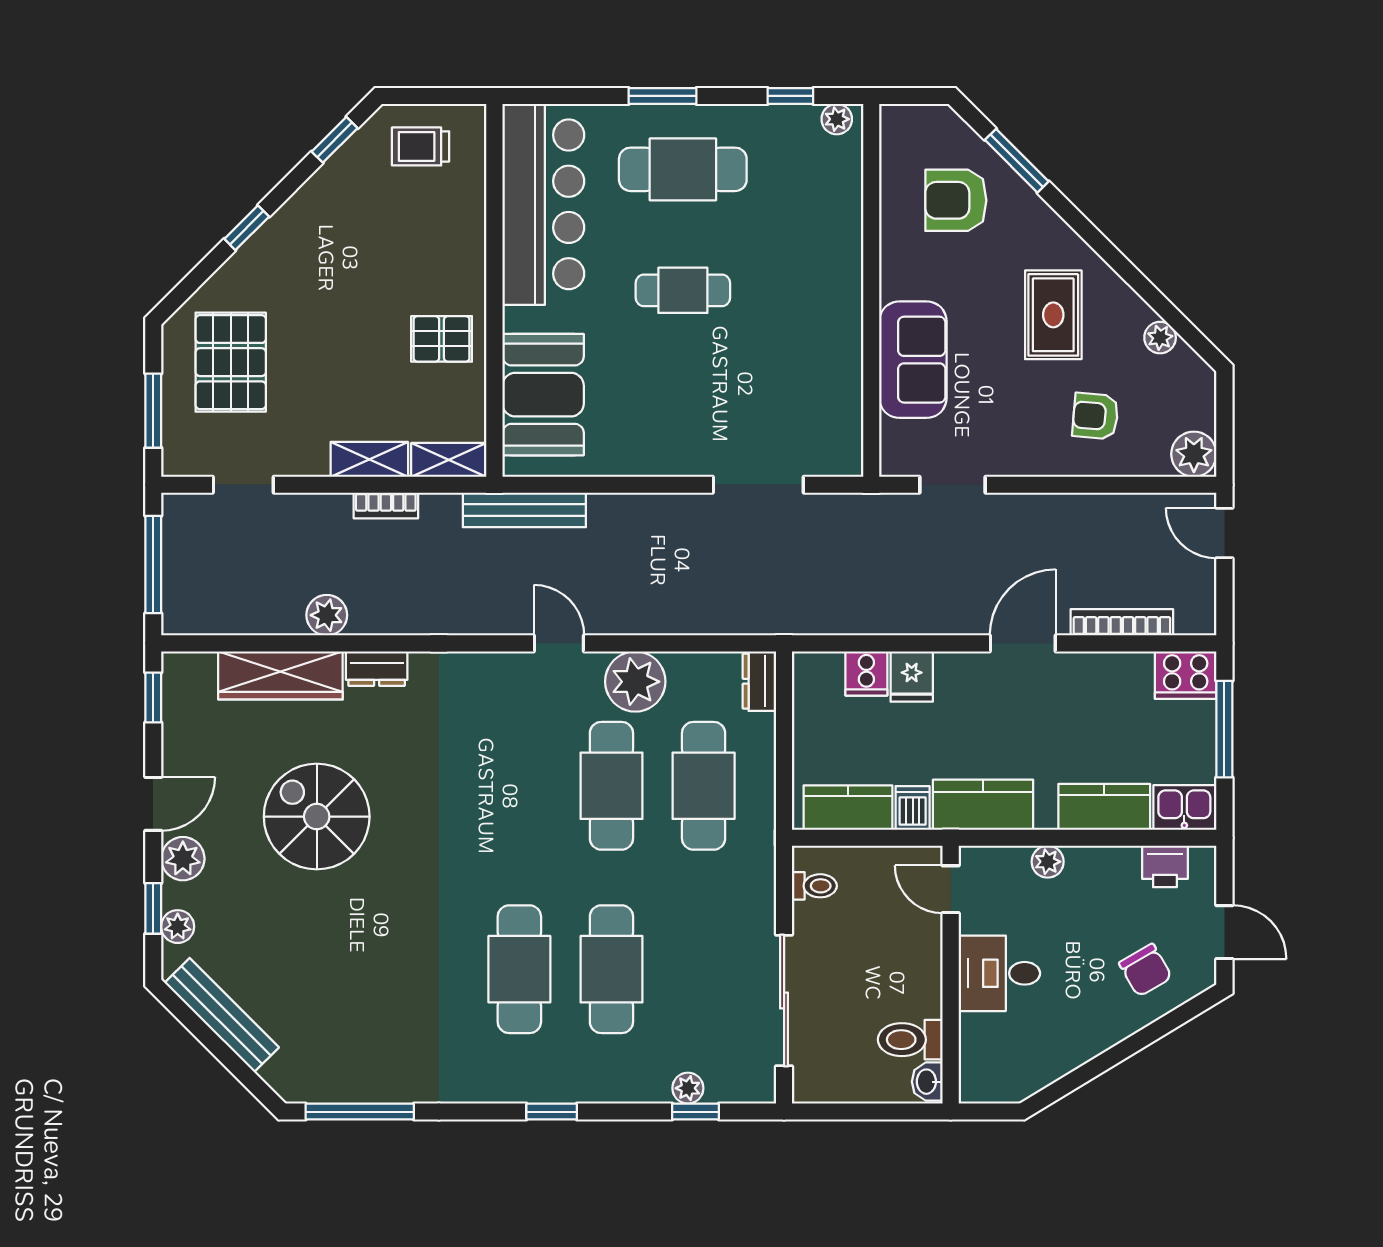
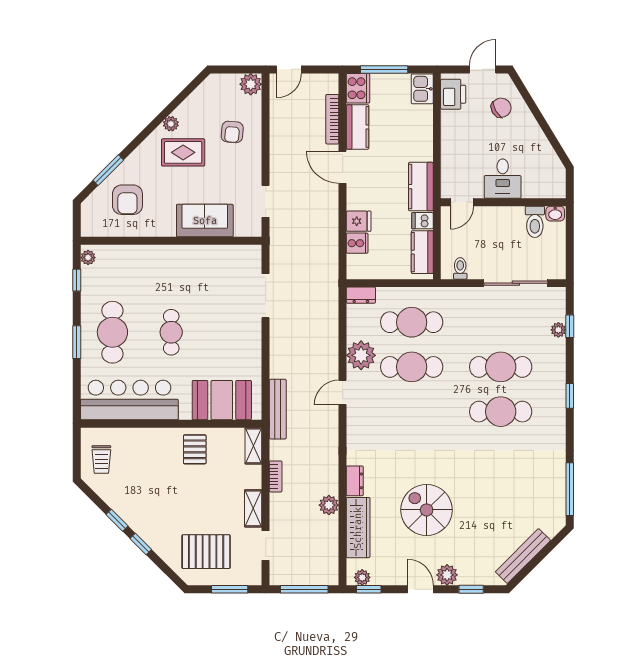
window: (335, 140) -> (117, 520), moved
plant: (1160, 338) -> (171, 124), moved
shelving: (369, 459) -> (253, 508), moved
kitchen counter: (1104, 807) -> (358, 127), moved, turned 180
spiral stairs: (317, 817) -> (427, 510), turned 90
plant: (1048, 862) -> (449, 155), removed
printer: (1165, 866) -> (453, 94), width x1.36, depth x1.24
plant: (178, 927) -> (362, 577), moved

